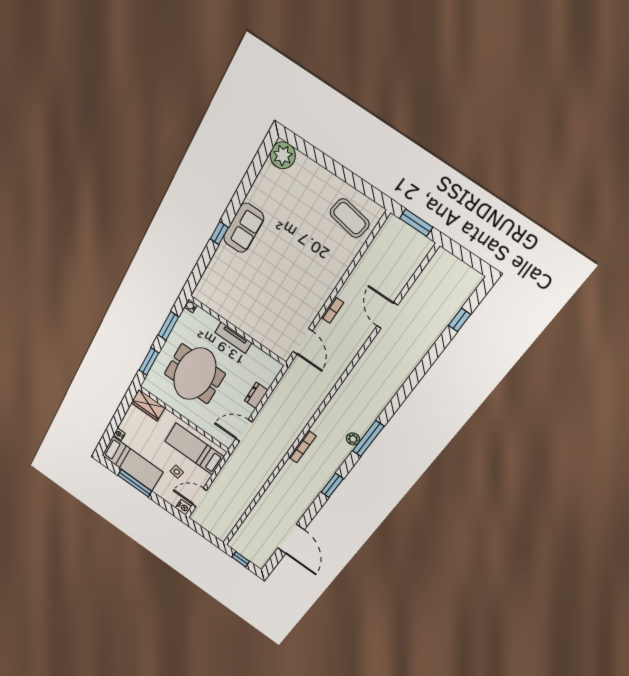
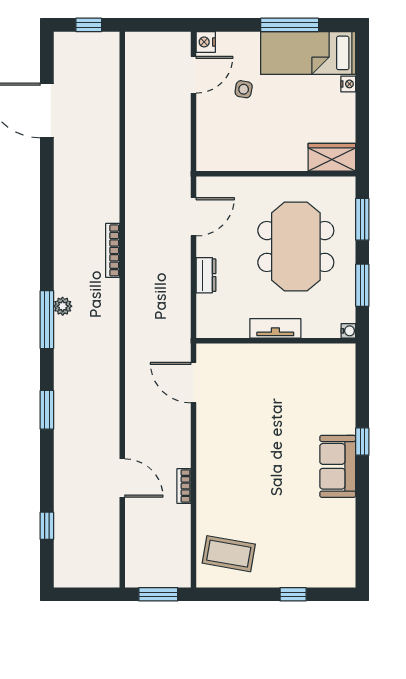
plant: (283, 155) -> (340, 572), removed
window: (324, 160) -> (293, 594), added
bookcase: (332, 310) -> (184, 486), moved
bed: (194, 449) -> (239, 142), removed
window: (332, 485) -> (47, 410), moved

